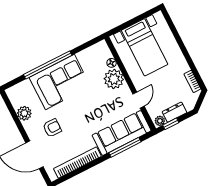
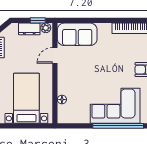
plant: (114, 79) -> (67, 85), removed
sofa: (122, 133) -> (77, 34), width x0.73
window: (125, 147) -> (88, 20), removed

